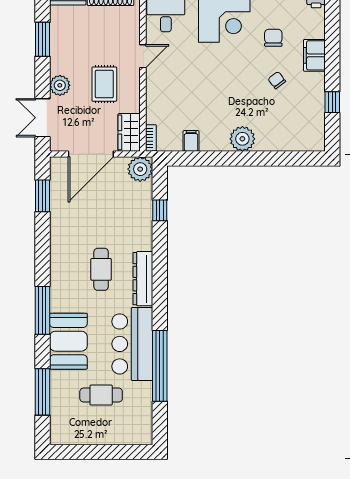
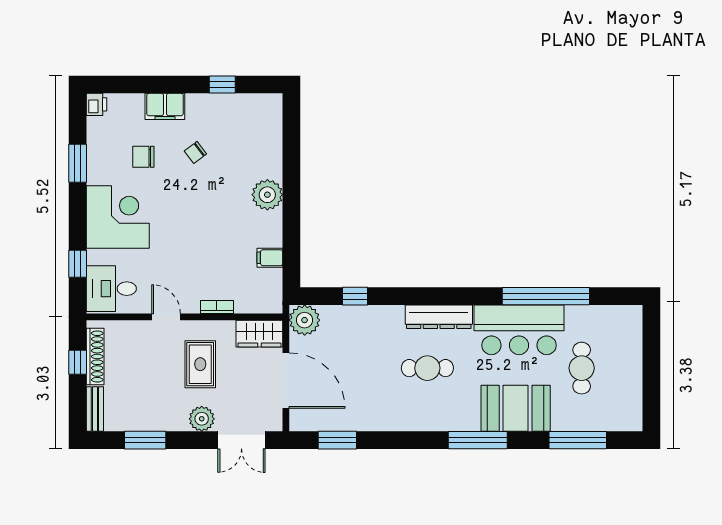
rug: (104, 84) -> (200, 364), turned 90
bookcase: (151, 138) -> (217, 307), moved

